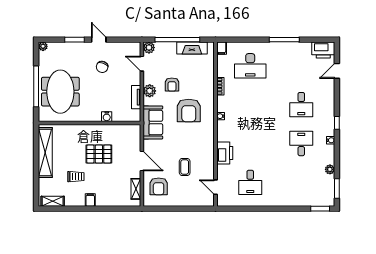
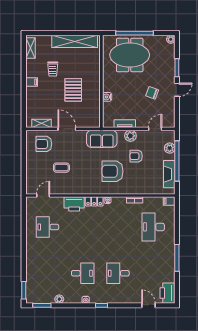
plant: (149, 48) -> (170, 148), moved
locker: (222, 131) -> (94, 201), added
door: (142, 161) -> (67, 129), swing flipped

